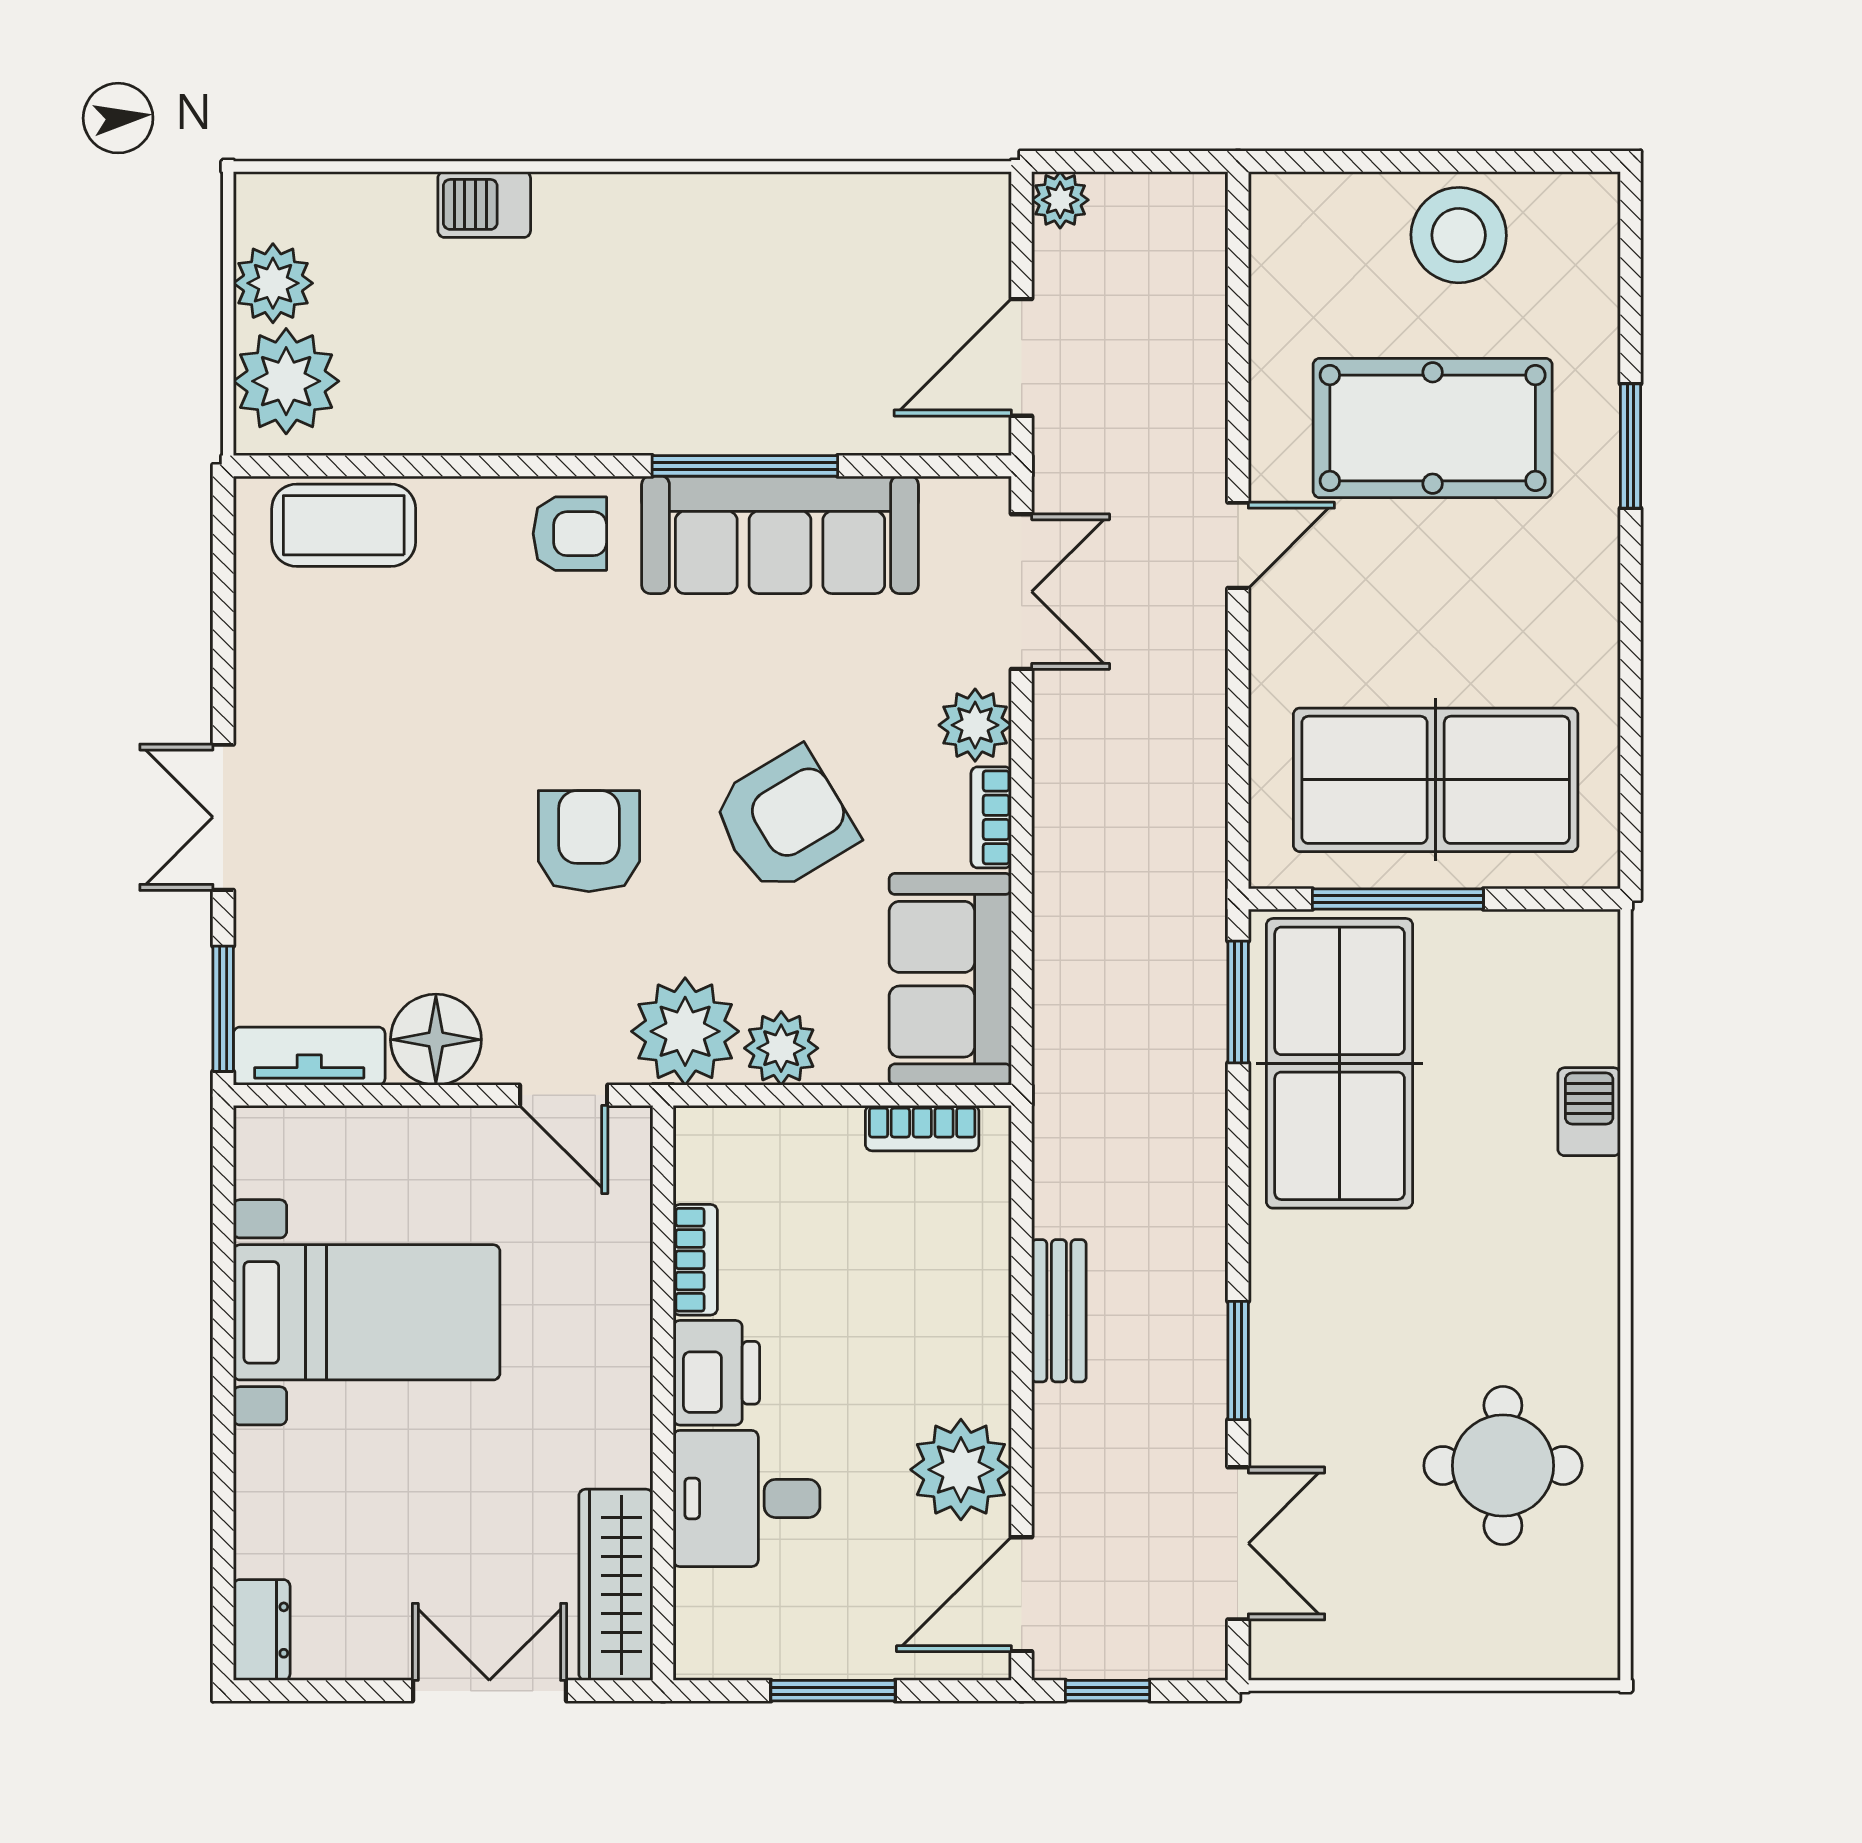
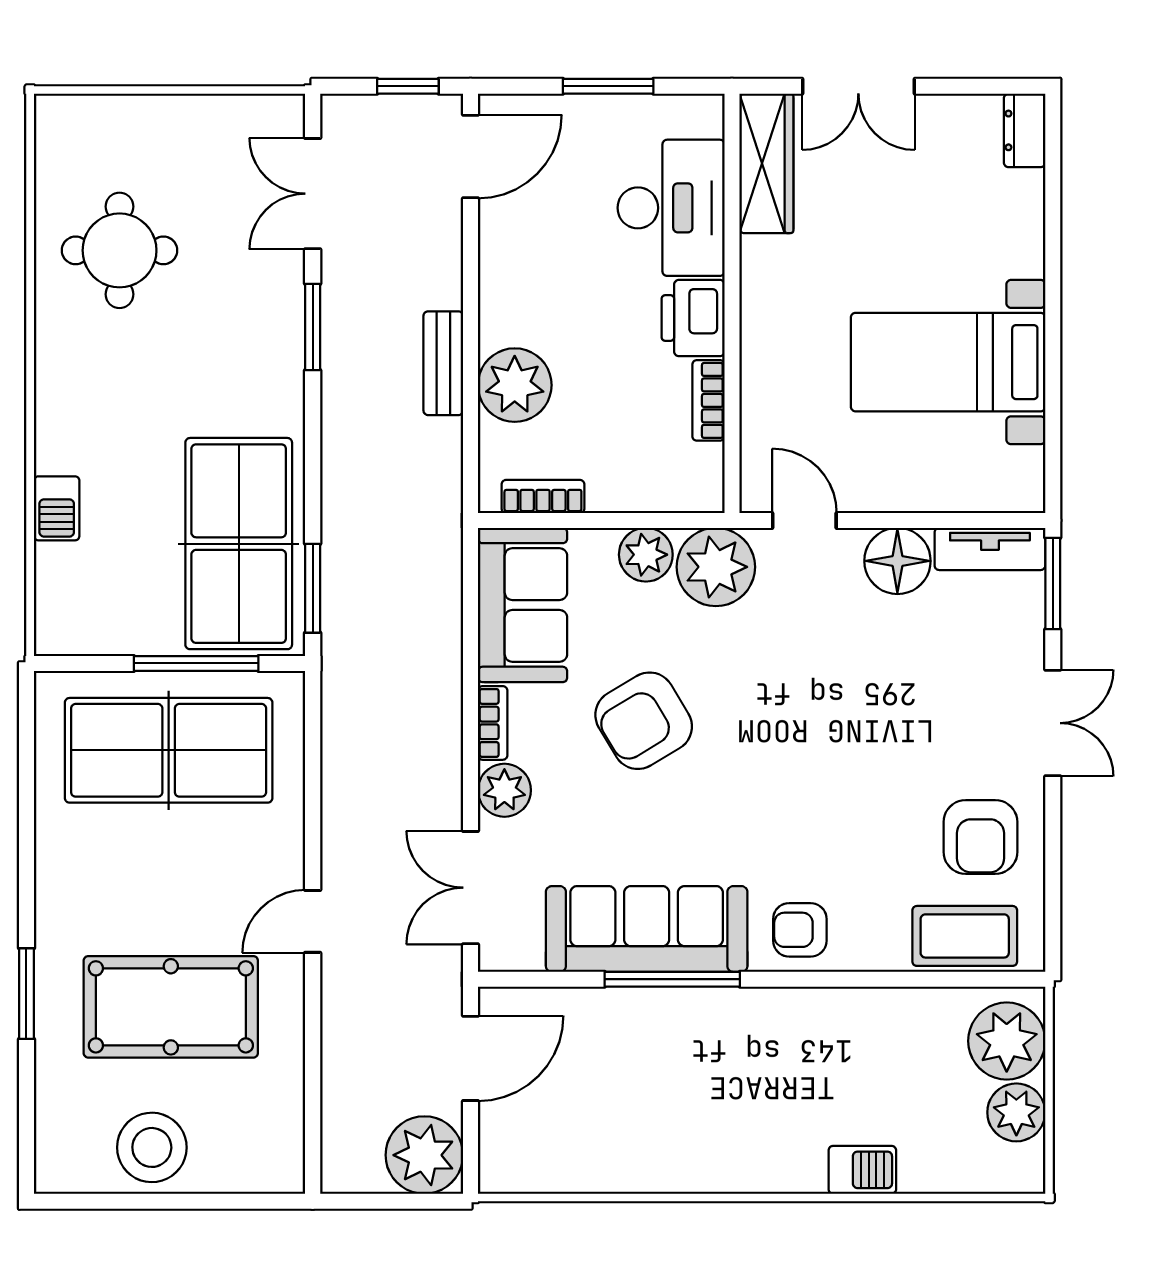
plant: (1060, 200) -> (424, 1155), width x1.88, depth x1.88
armchair: (589, 841) -> (980, 837), moved
plant: (961, 1470) -> (515, 385), moved
desk: (747, 1498) -> (671, 208), width x1.37

